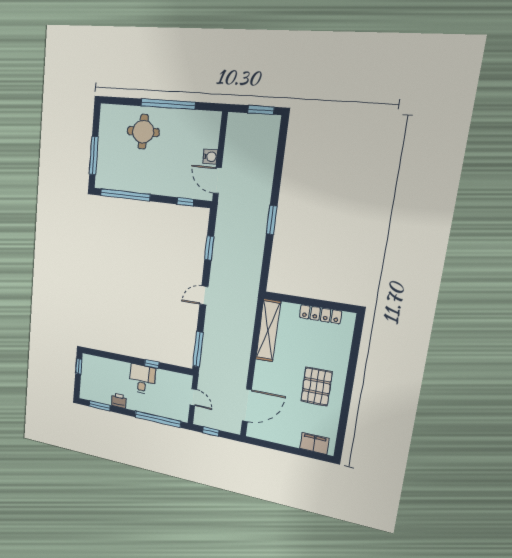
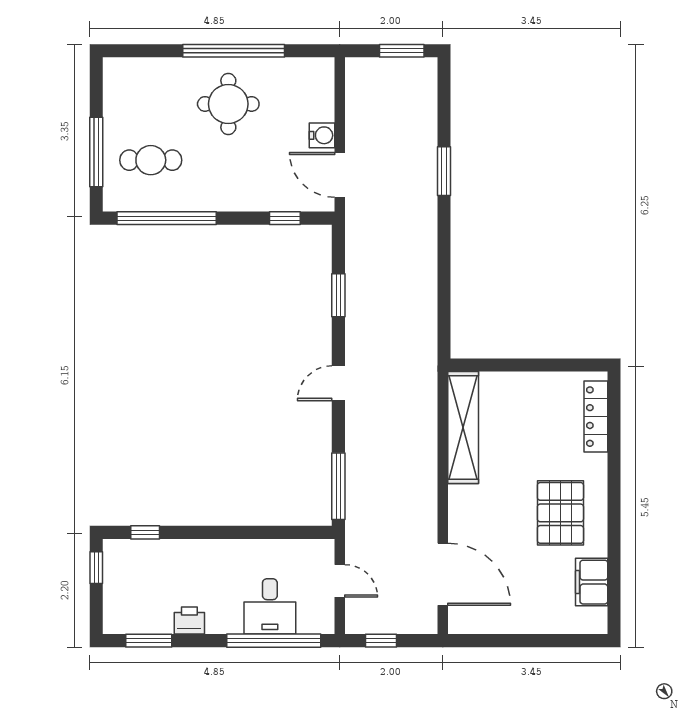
round table: (143, 132) -> (228, 104), moved
cafe table: (120, 163) -> (151, 160), added
window: (272, 220) -> (444, 171), moved
locker: (320, 314) -> (596, 417), moved, turned 90
window: (152, 364) -> (145, 532), moved
desk: (142, 379) -> (270, 606), moved, turned 180
door: (247, 405) -> (443, 574), hinge flipped
filing cabinet: (314, 443) -> (592, 582), moved, turned -90

